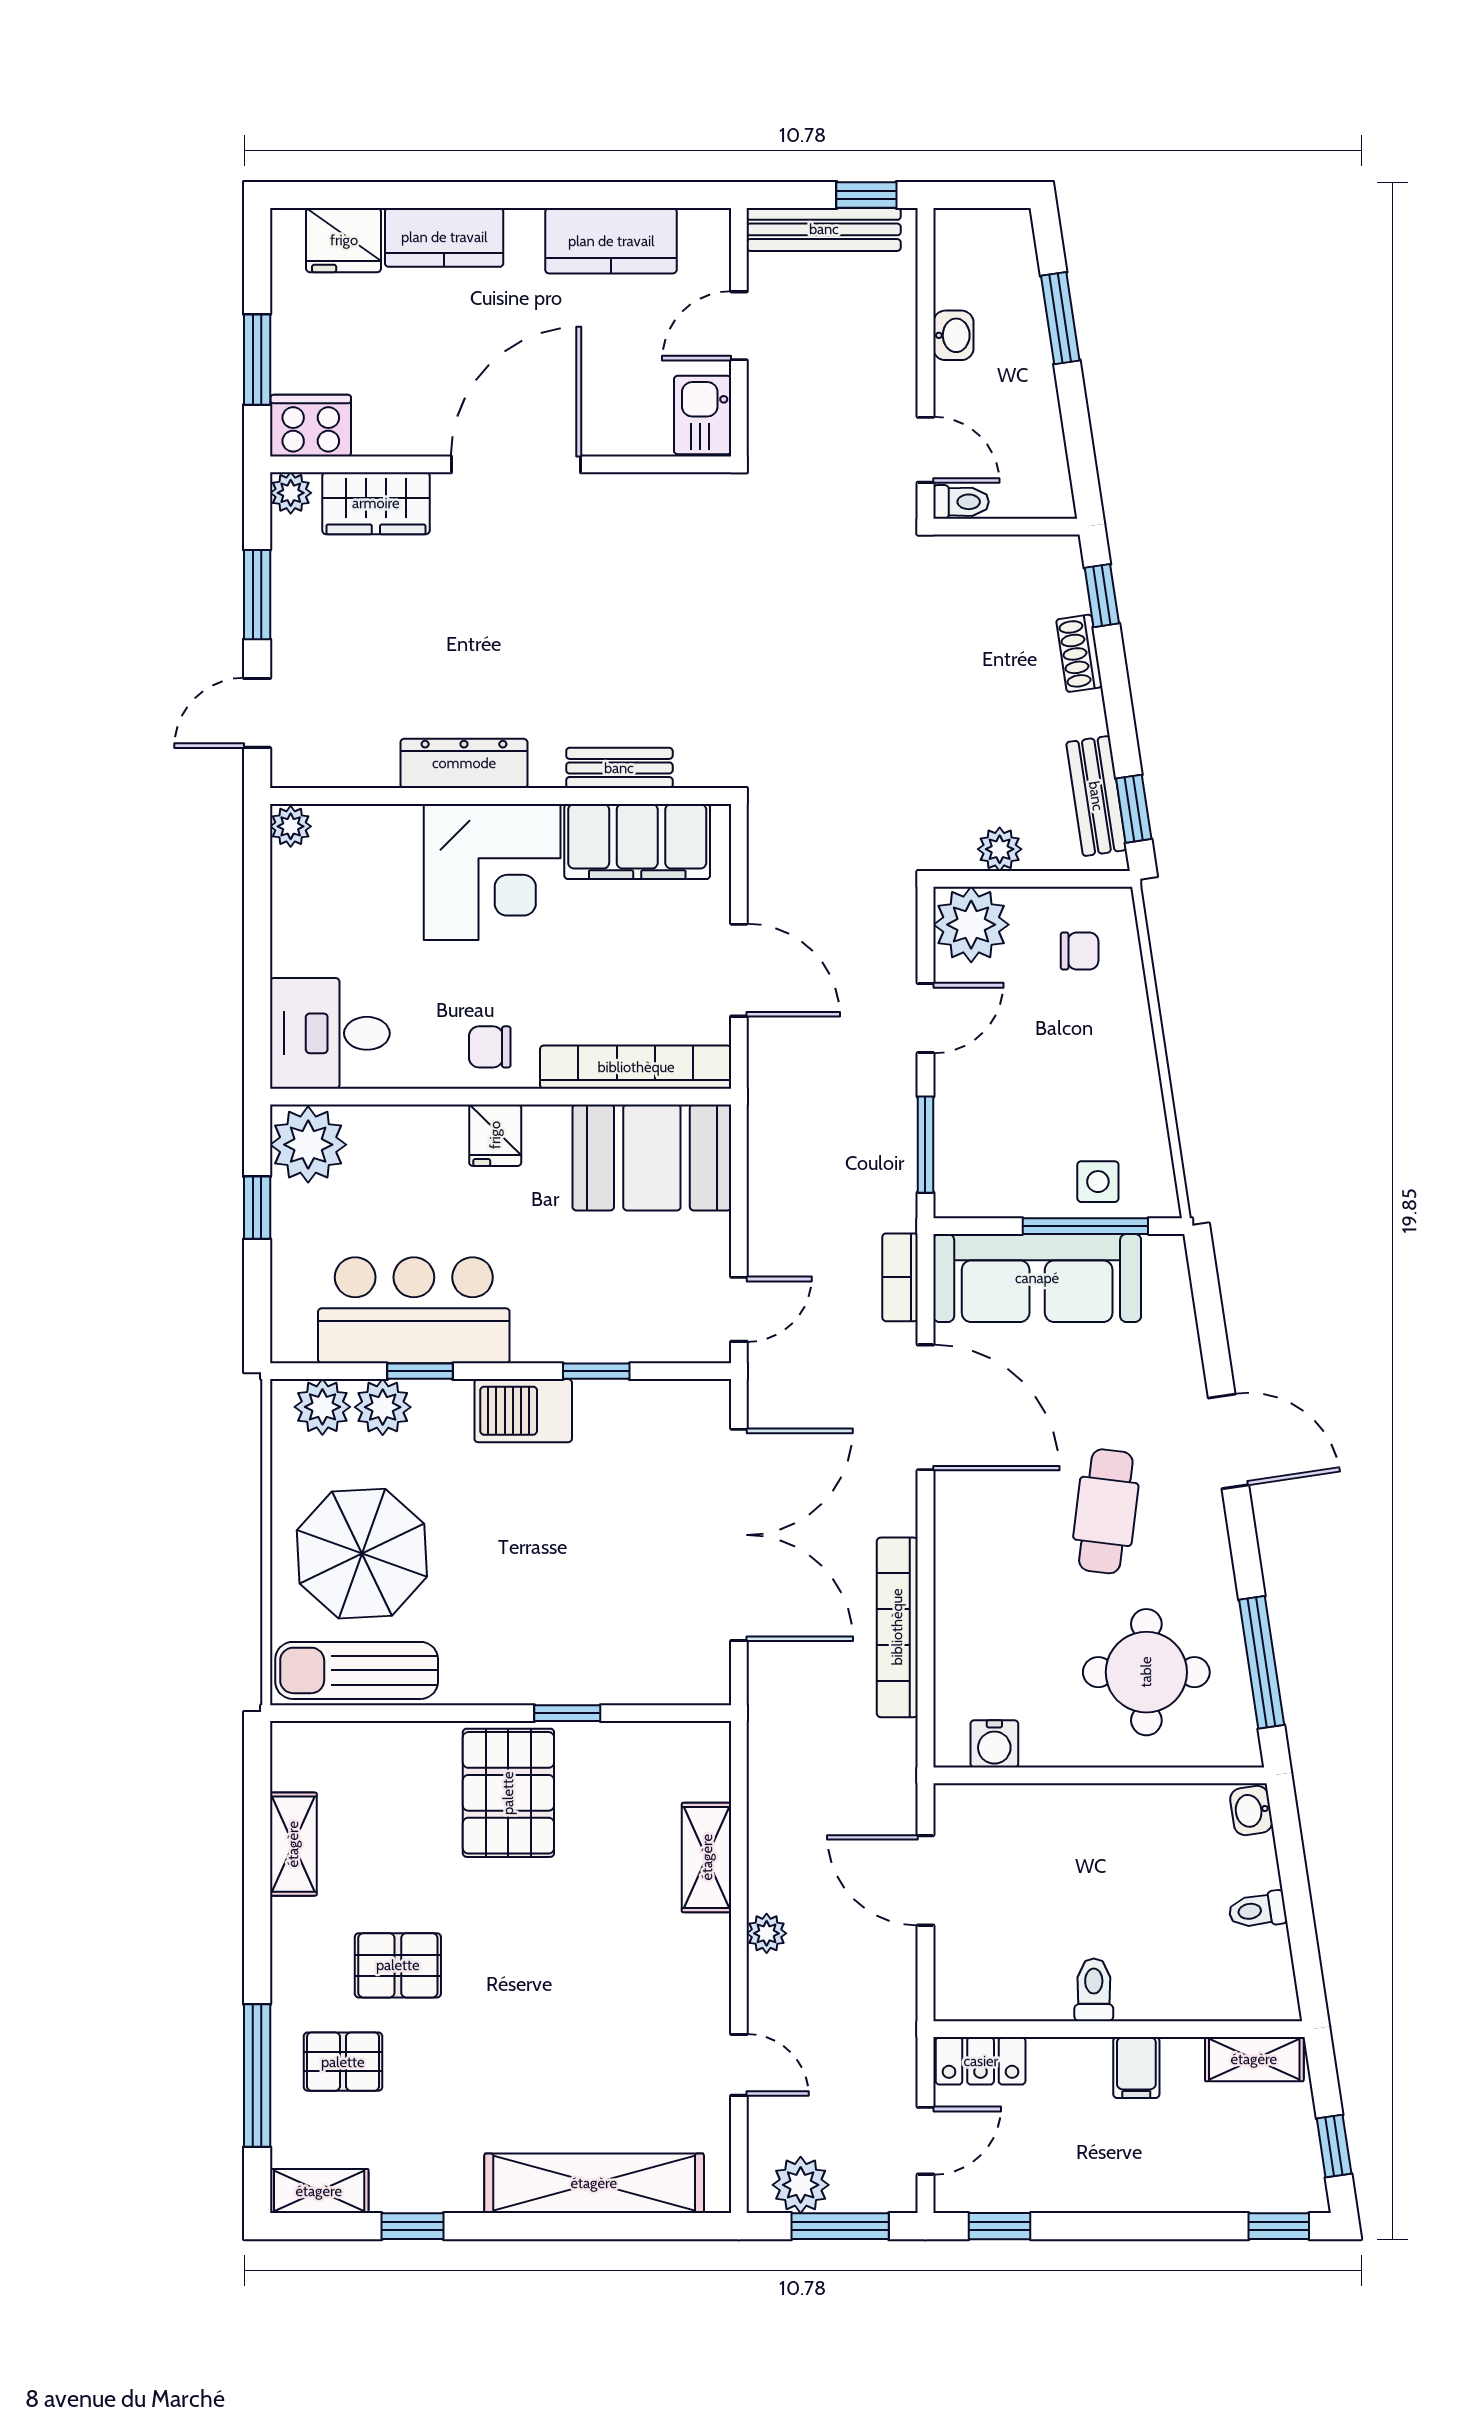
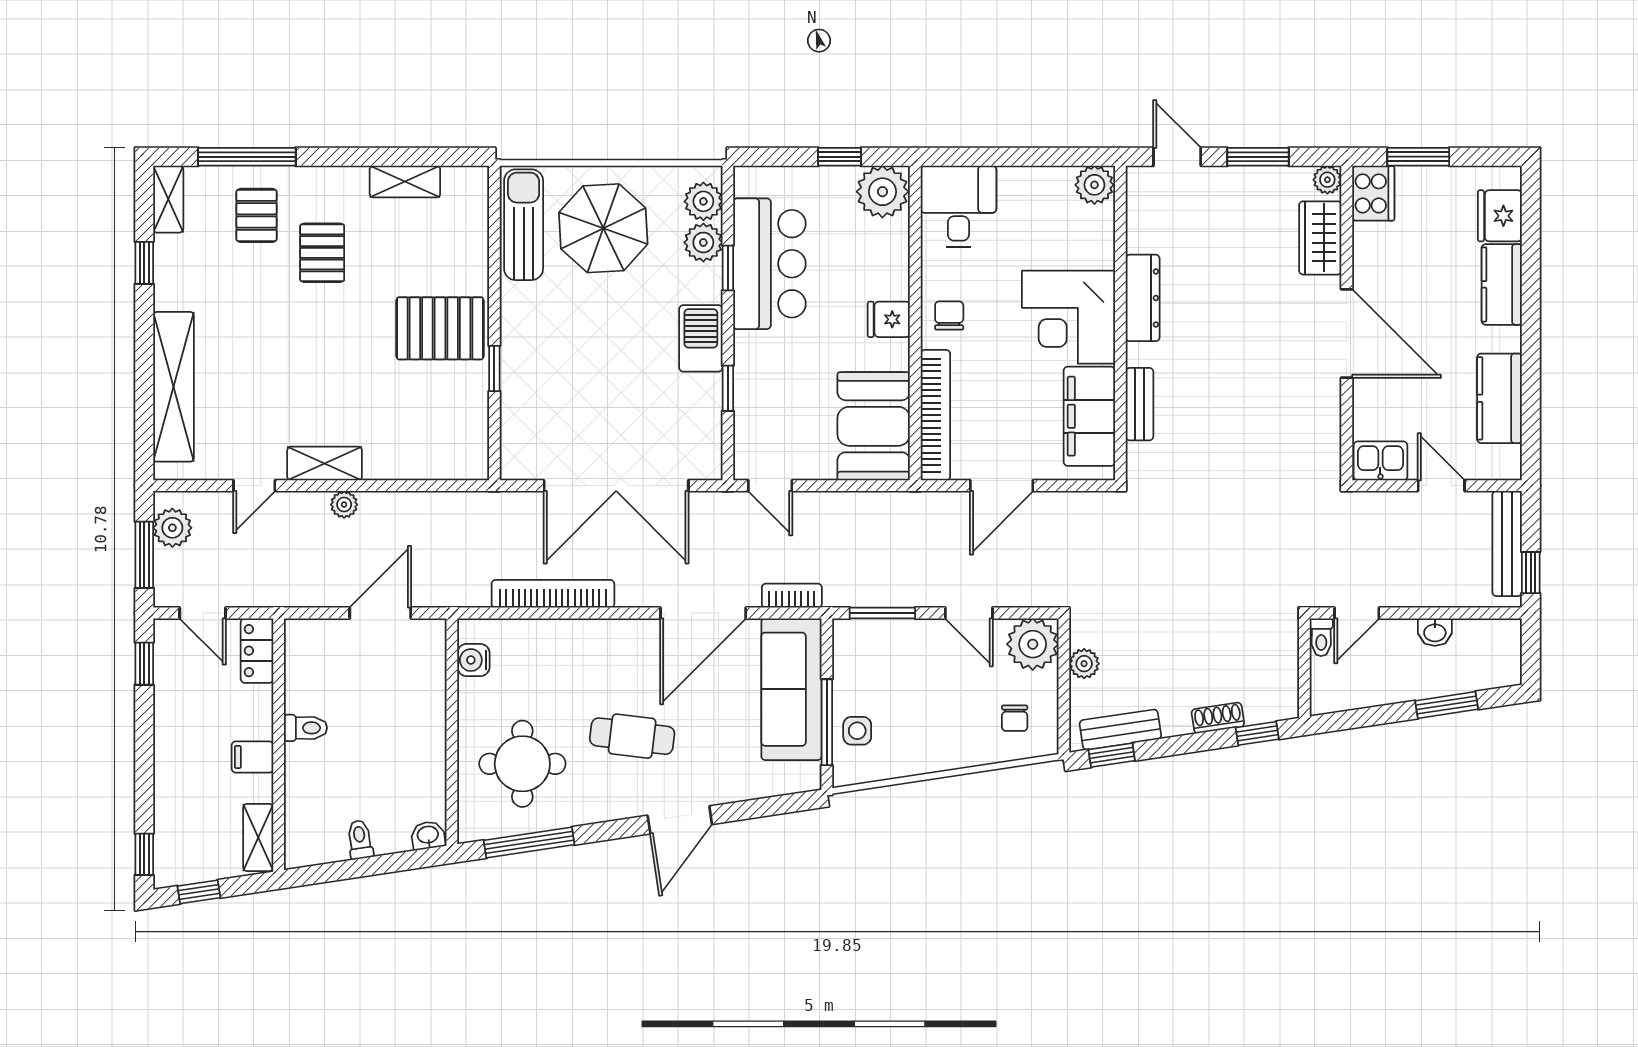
plant: (291, 826) -> (1094, 185), width x1.38, depth x1.38
shelving: (707, 1857) -> (325, 464), moved

